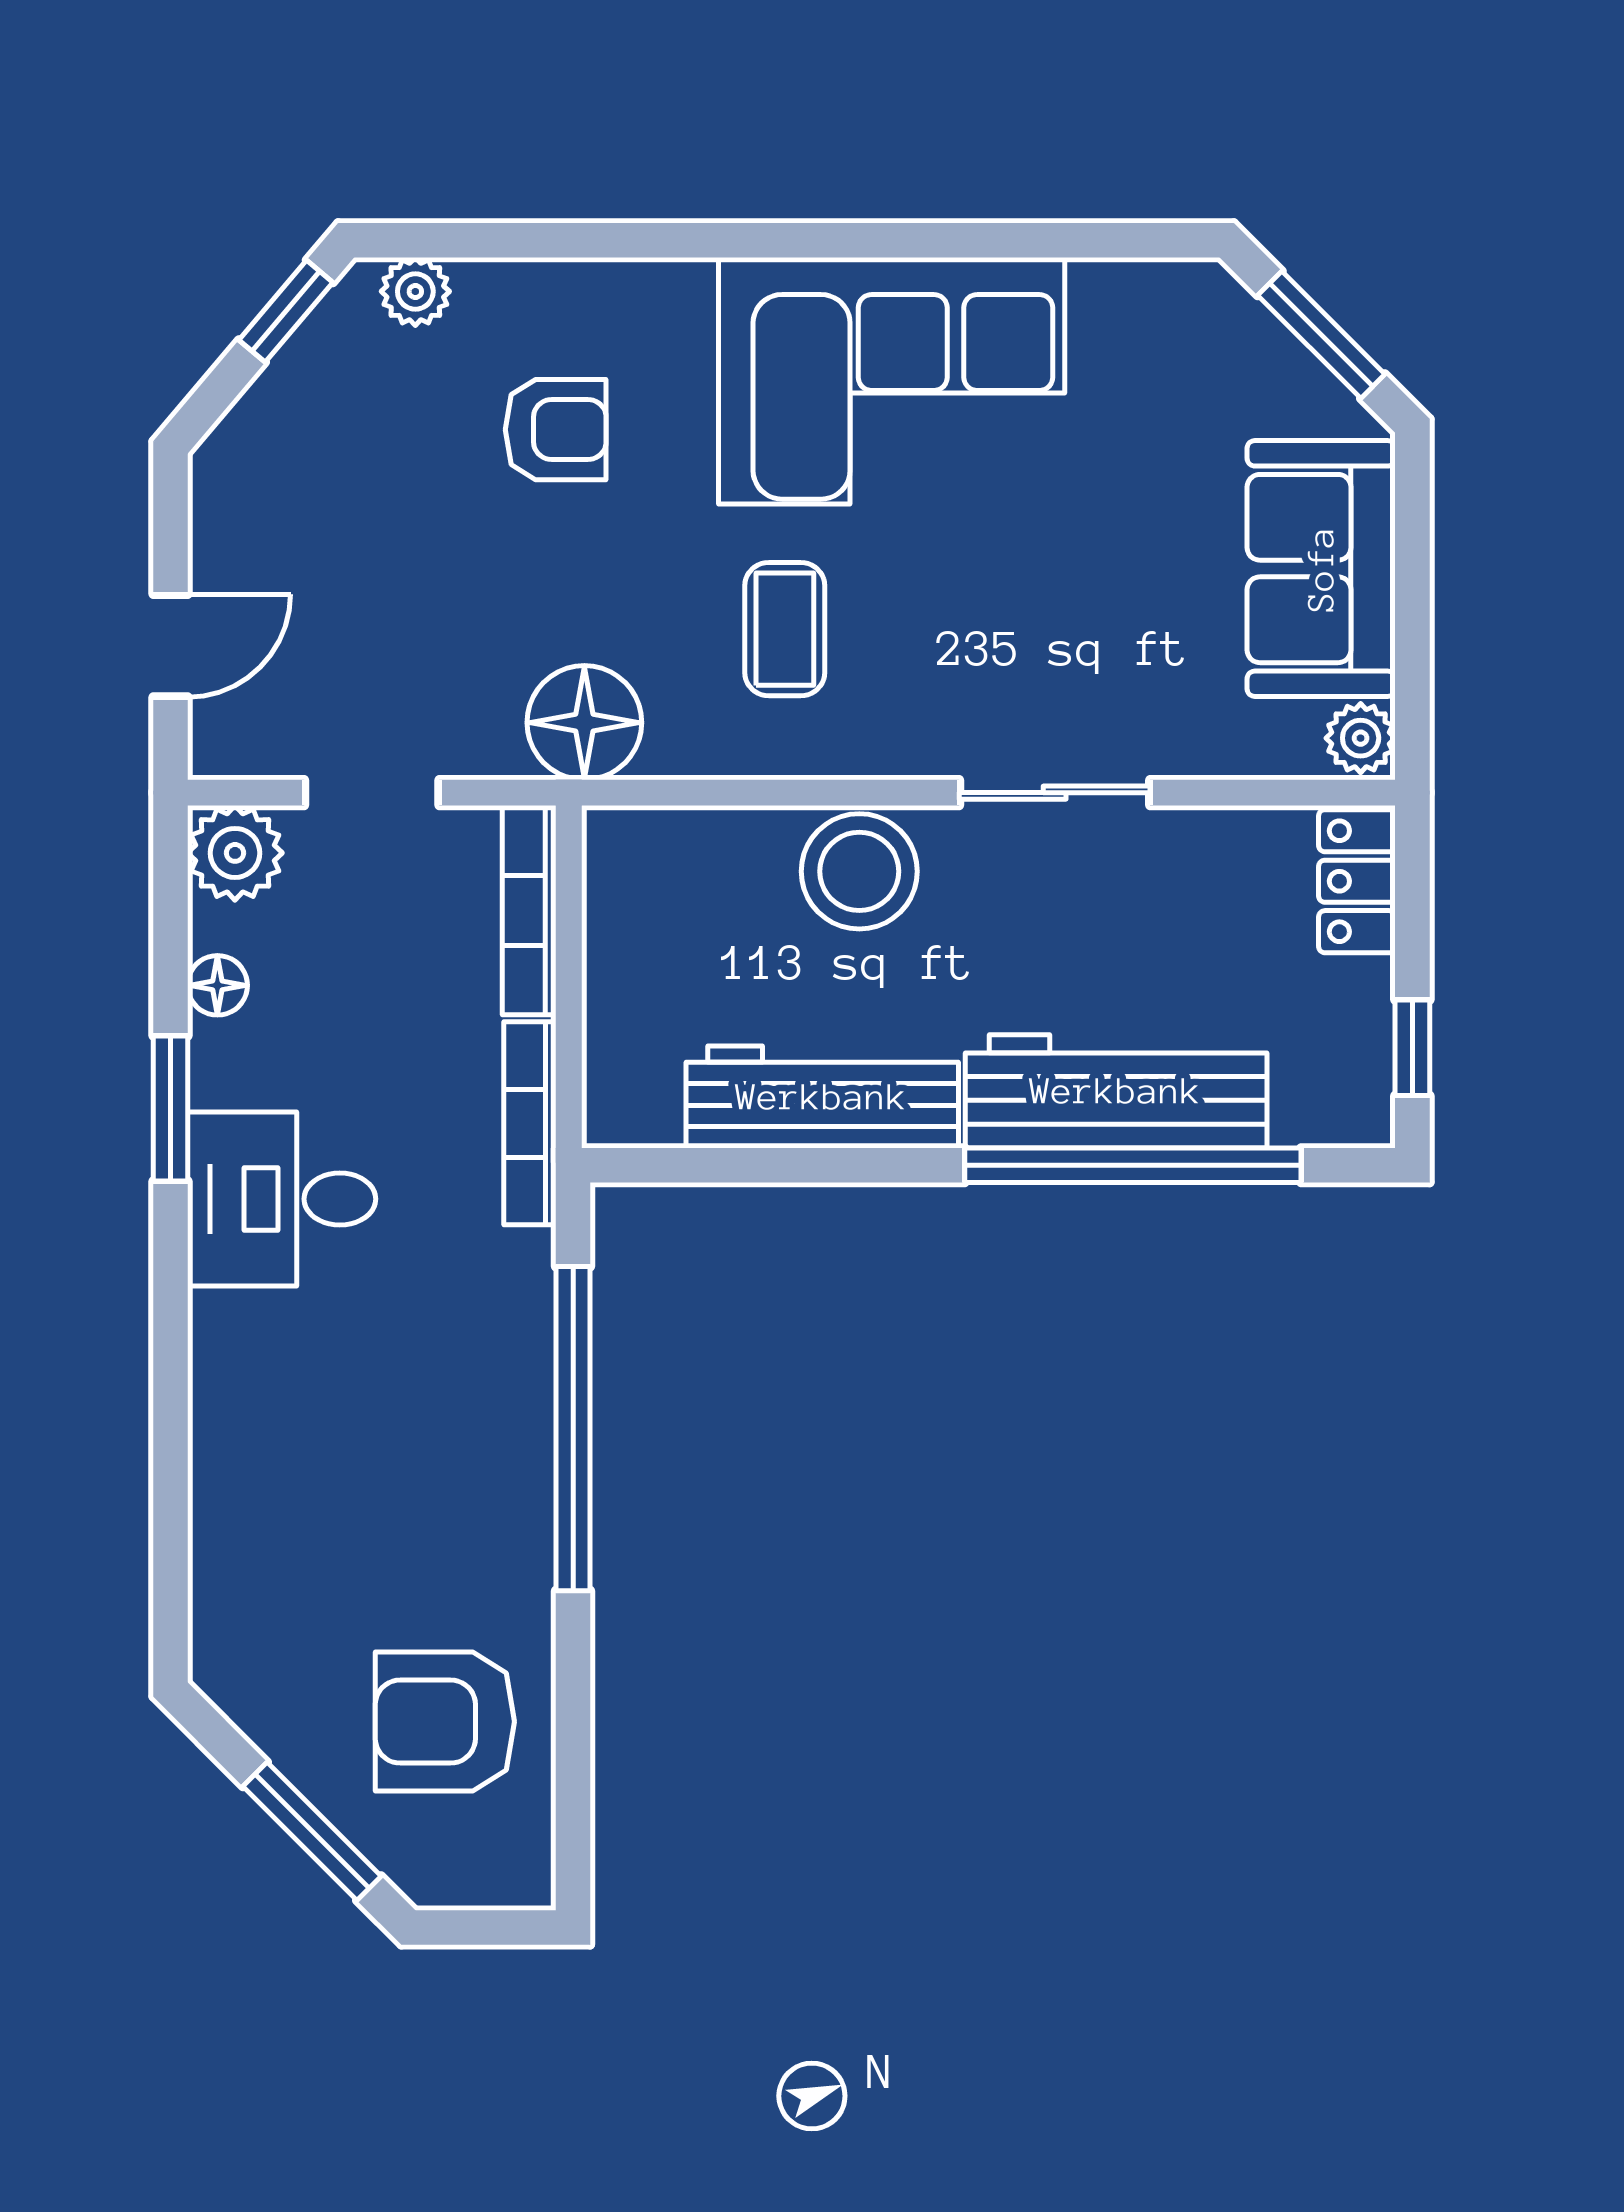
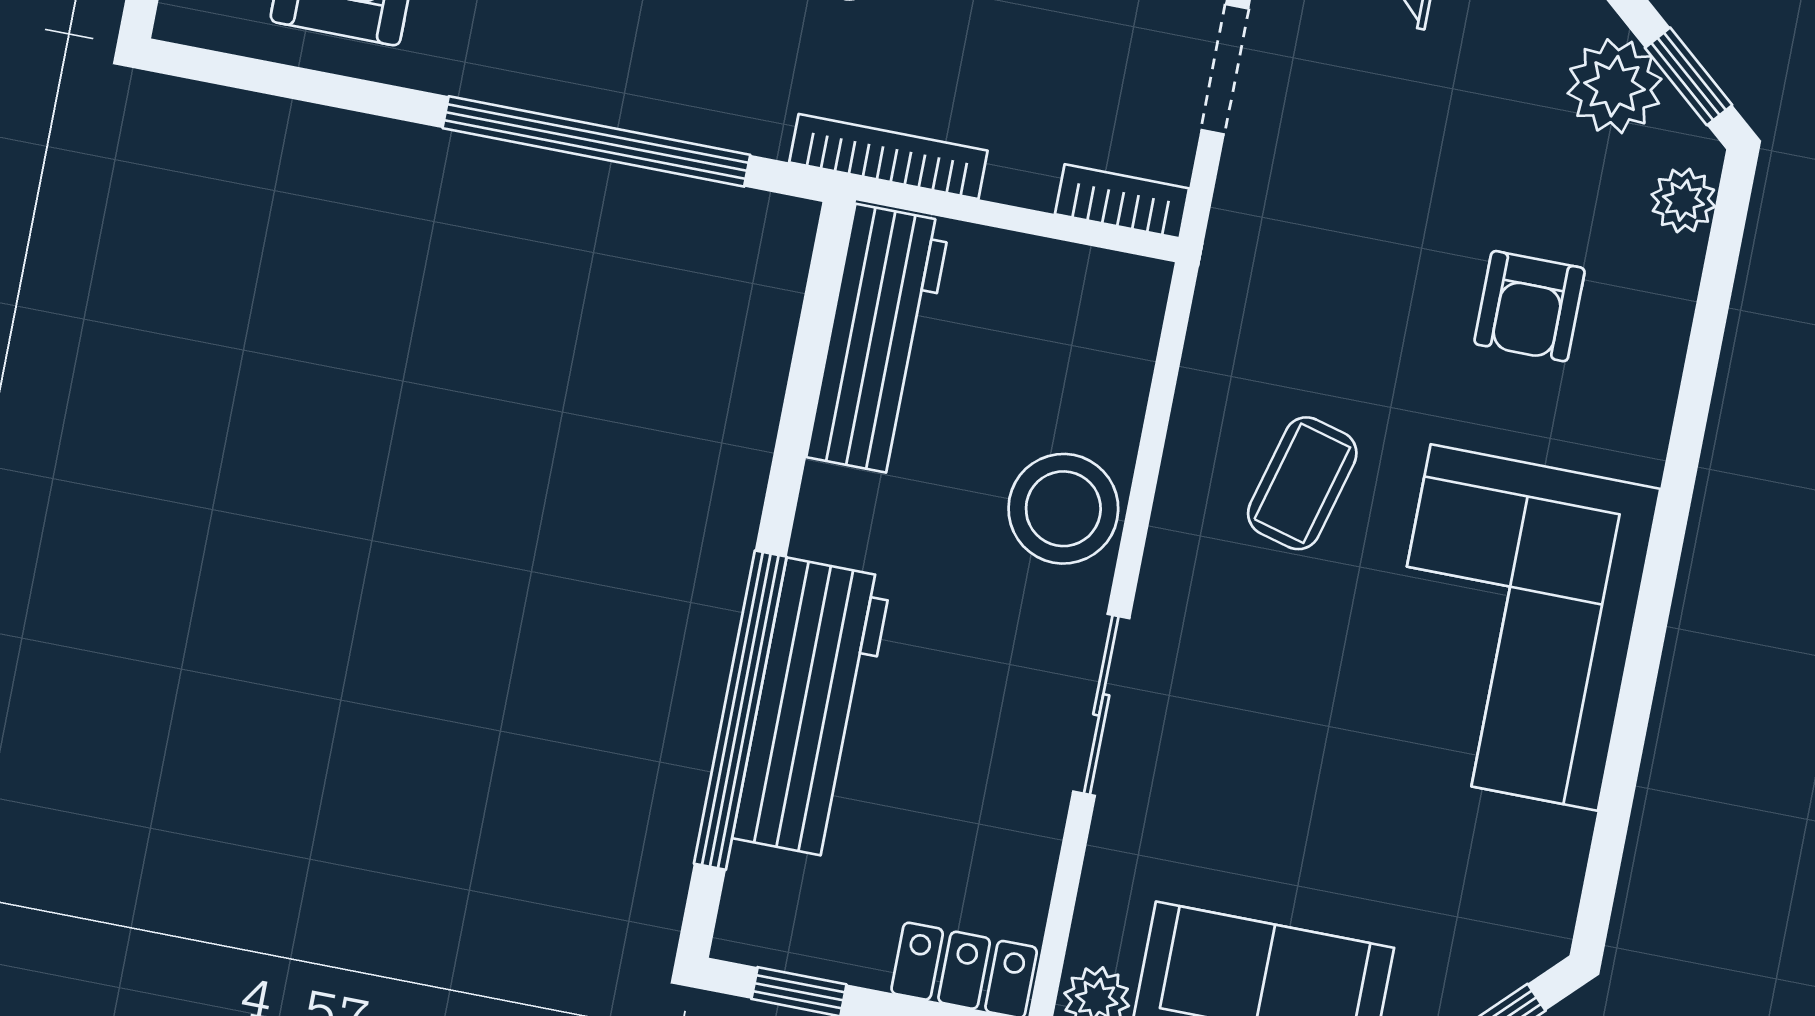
plant: (311, 386) -> (1615, 86), added
coffee table: (785, 629) -> (1302, 483), turned -75
floor lamp: (584, 723) -> (1252, 280), removed
bookcase: (529, 910) -> (1122, 201), width x0.64
workbench: (822, 1097) -> (878, 340), moved

